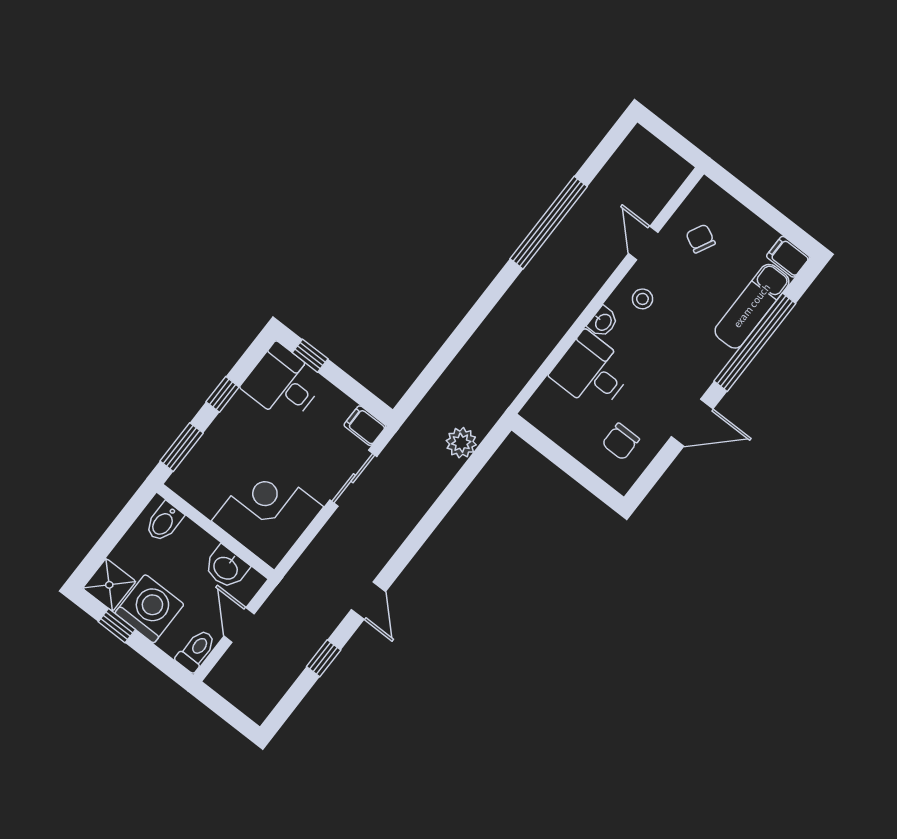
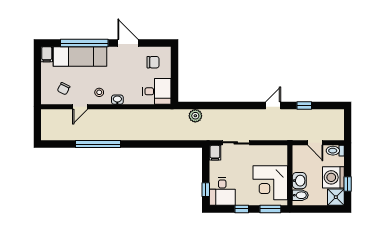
exam couch: (752, 306) -> (80, 57), width x1.36, depth x1.45
desk: (592, 372) -> (157, 91), moved, turned -90
corner desk: (267, 514) -> (270, 183), moved
washbasin: (226, 567) -> (299, 181), moved
door: (239, 625) -> (315, 143), hinge flipped

